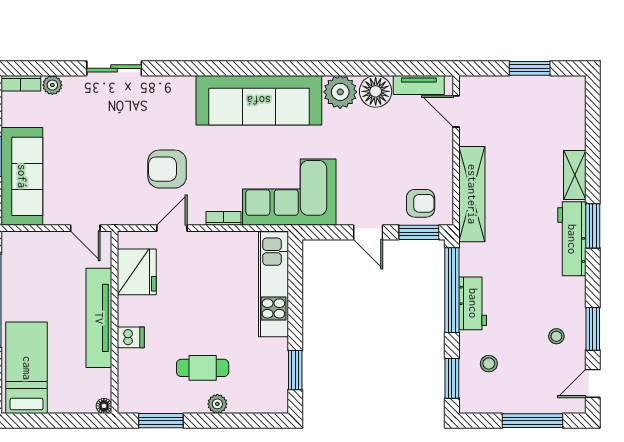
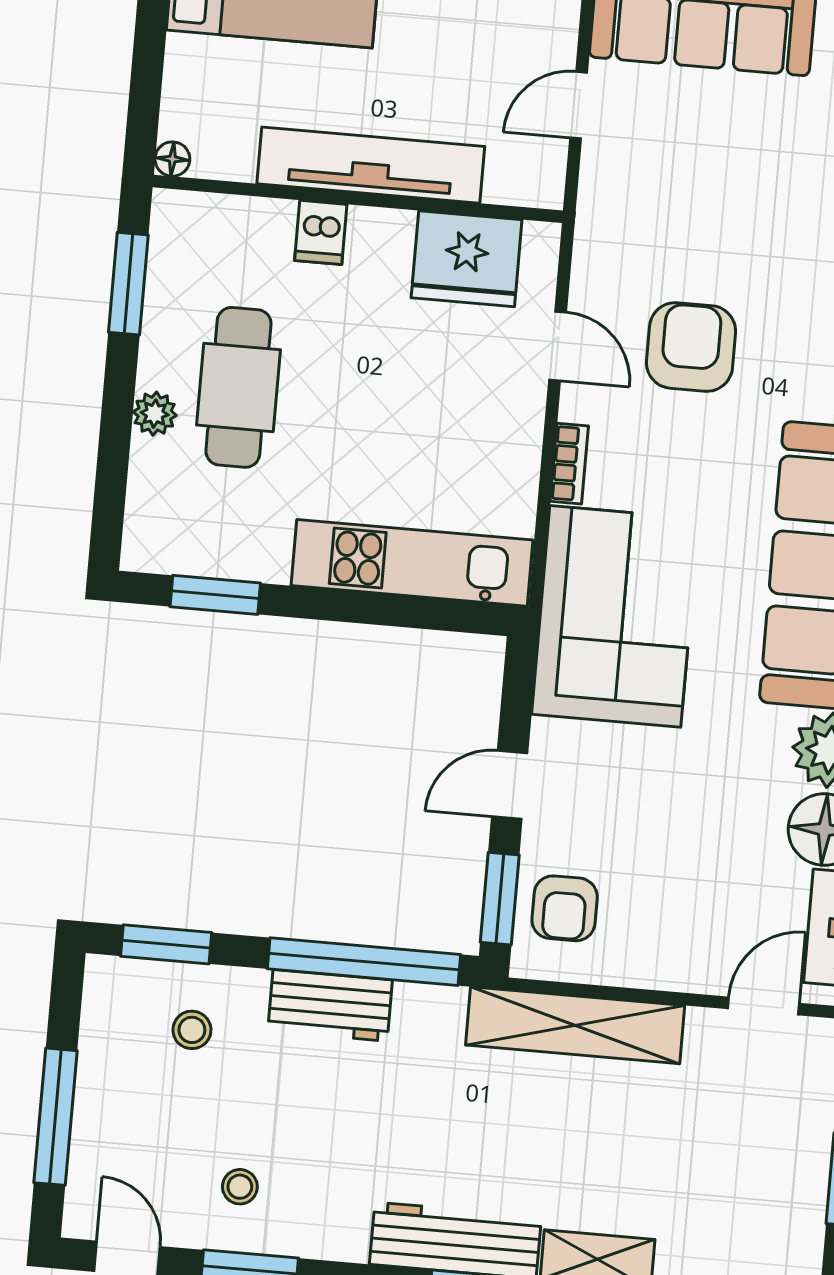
door: (85, 228) -> (579, 105), moved
cafe table: (203, 368) -> (238, 387), width x1.37, depth x1.35

